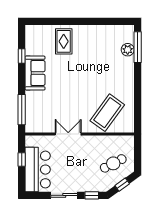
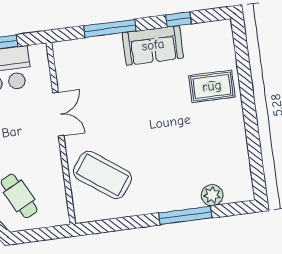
window: (138, 47) -> (185, 215), moved
window: (22, 110) -> (110, 28), moved

